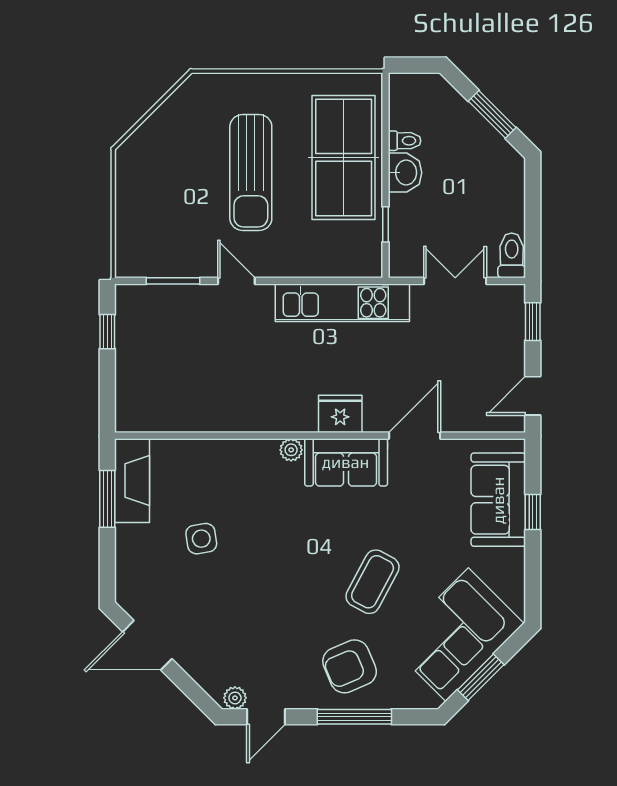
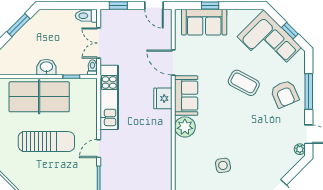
toilet: (405, 141) -> (92, 67), moved
plant: (291, 450) -> (185, 127), width x1.88, depth x1.88
window: (481, 677) -> (290, 31), width x0.67

